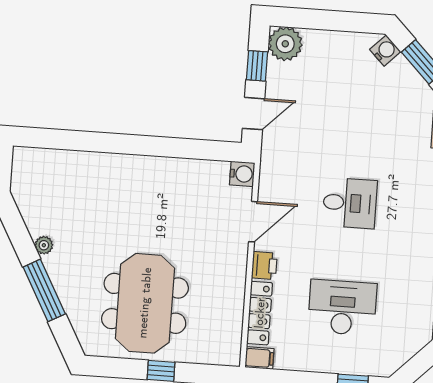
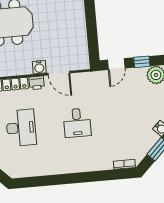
door: (254, 114) -> (116, 64), hinge flipped
water cooler: (242, 174) -> (39, 67), moved

